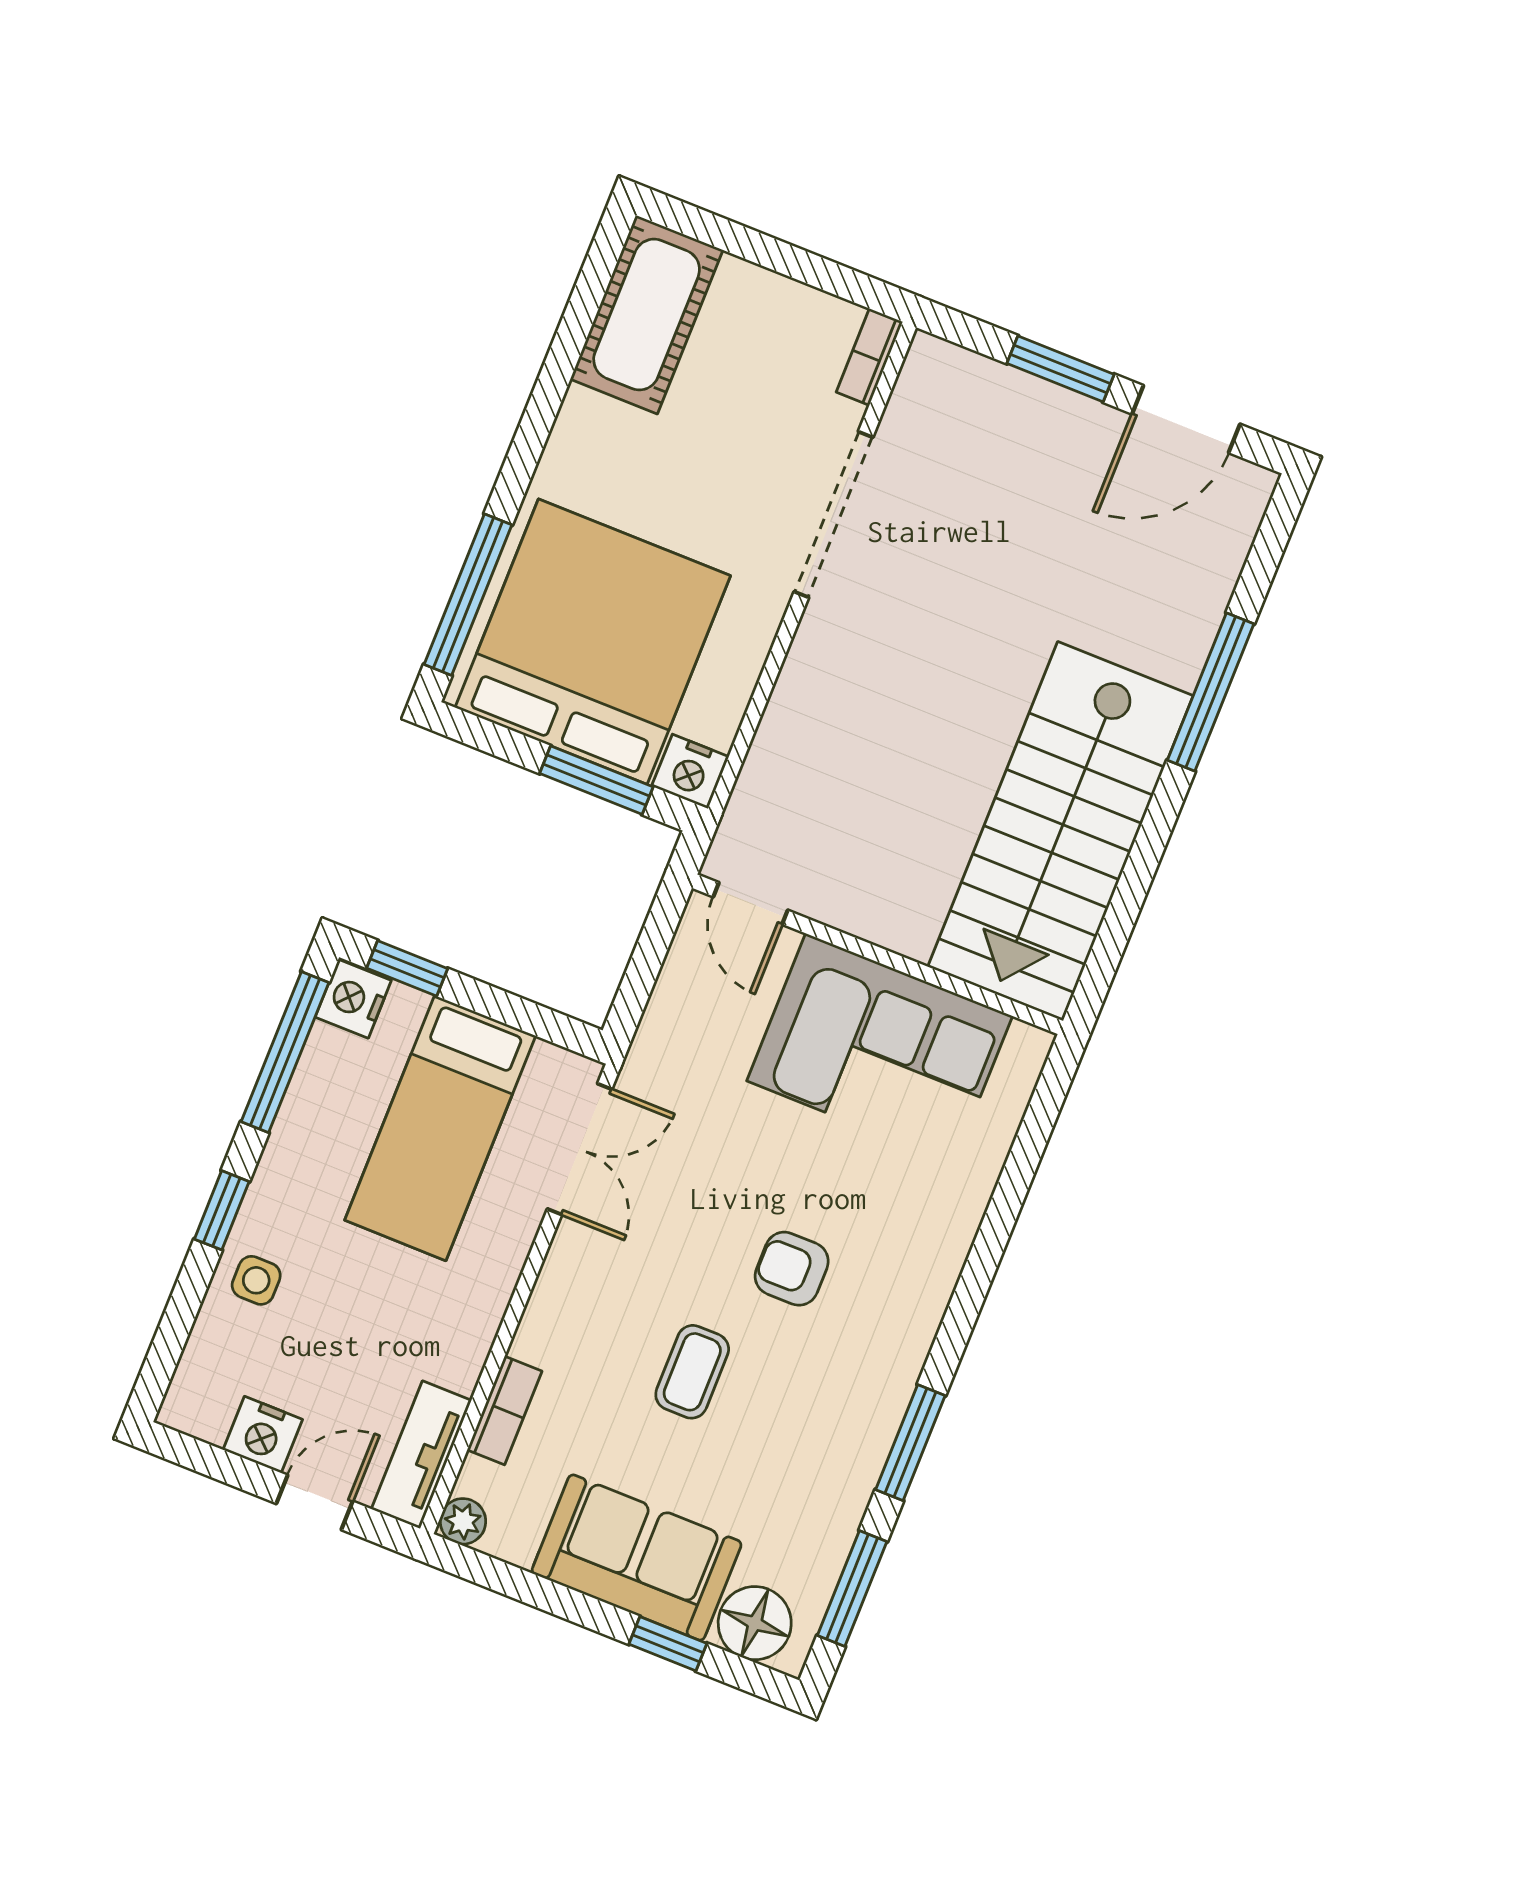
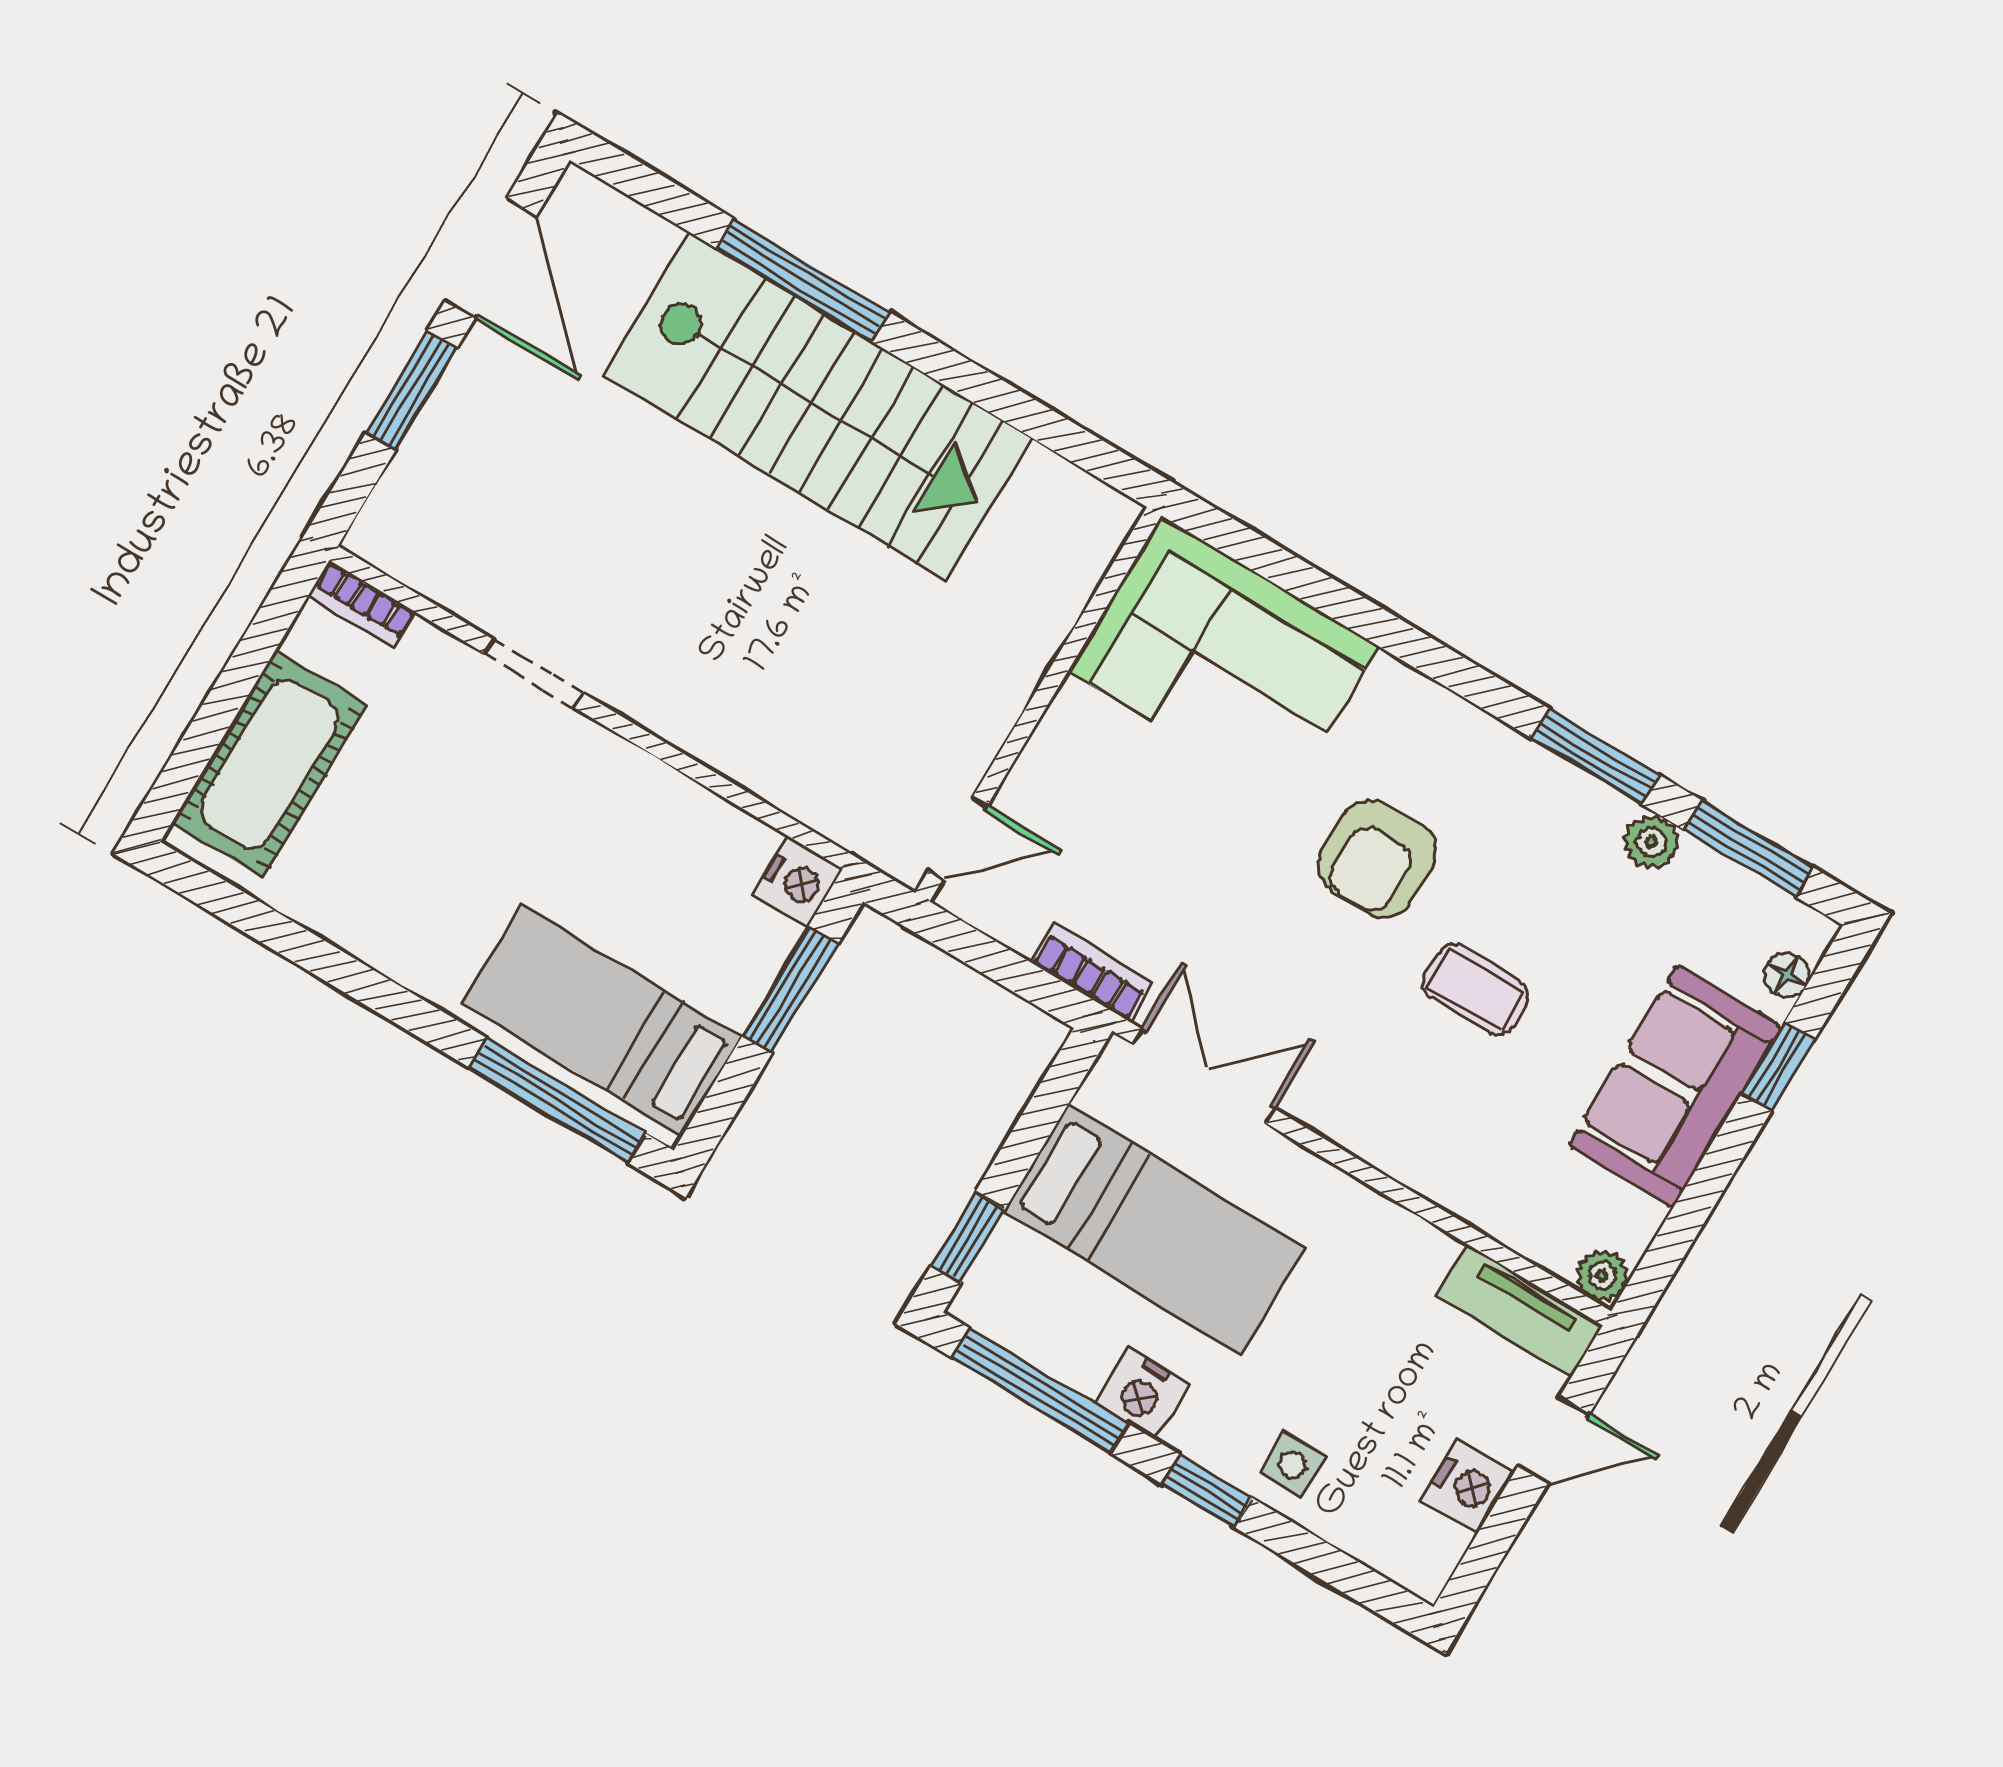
cot: (647, 315) -> (269, 764), moved, turned 90
doorway: (833, 514) -> (534, 673), width x0.53
bed: (593, 642) -> (602, 1020), width x0.49
stairs: (1060, 831) -> (818, 406), moved
nightstand: (353, 999) -> (1142, 1394), moved
corner sofa: (880, 1048) -> (1224, 659), moved, turned 90
armchair: (792, 1269) -> (1377, 859), width x1.38, depth x1.38
bookcase: (505, 1411) -> (1092, 972), moved
door: (314, 1502) -> (1554, 1440), swing flipped
plant: (844, 1503) -> (1651, 842), added
floor lamp: (755, 1623) -> (1787, 975), width x0.53, depth x0.53

